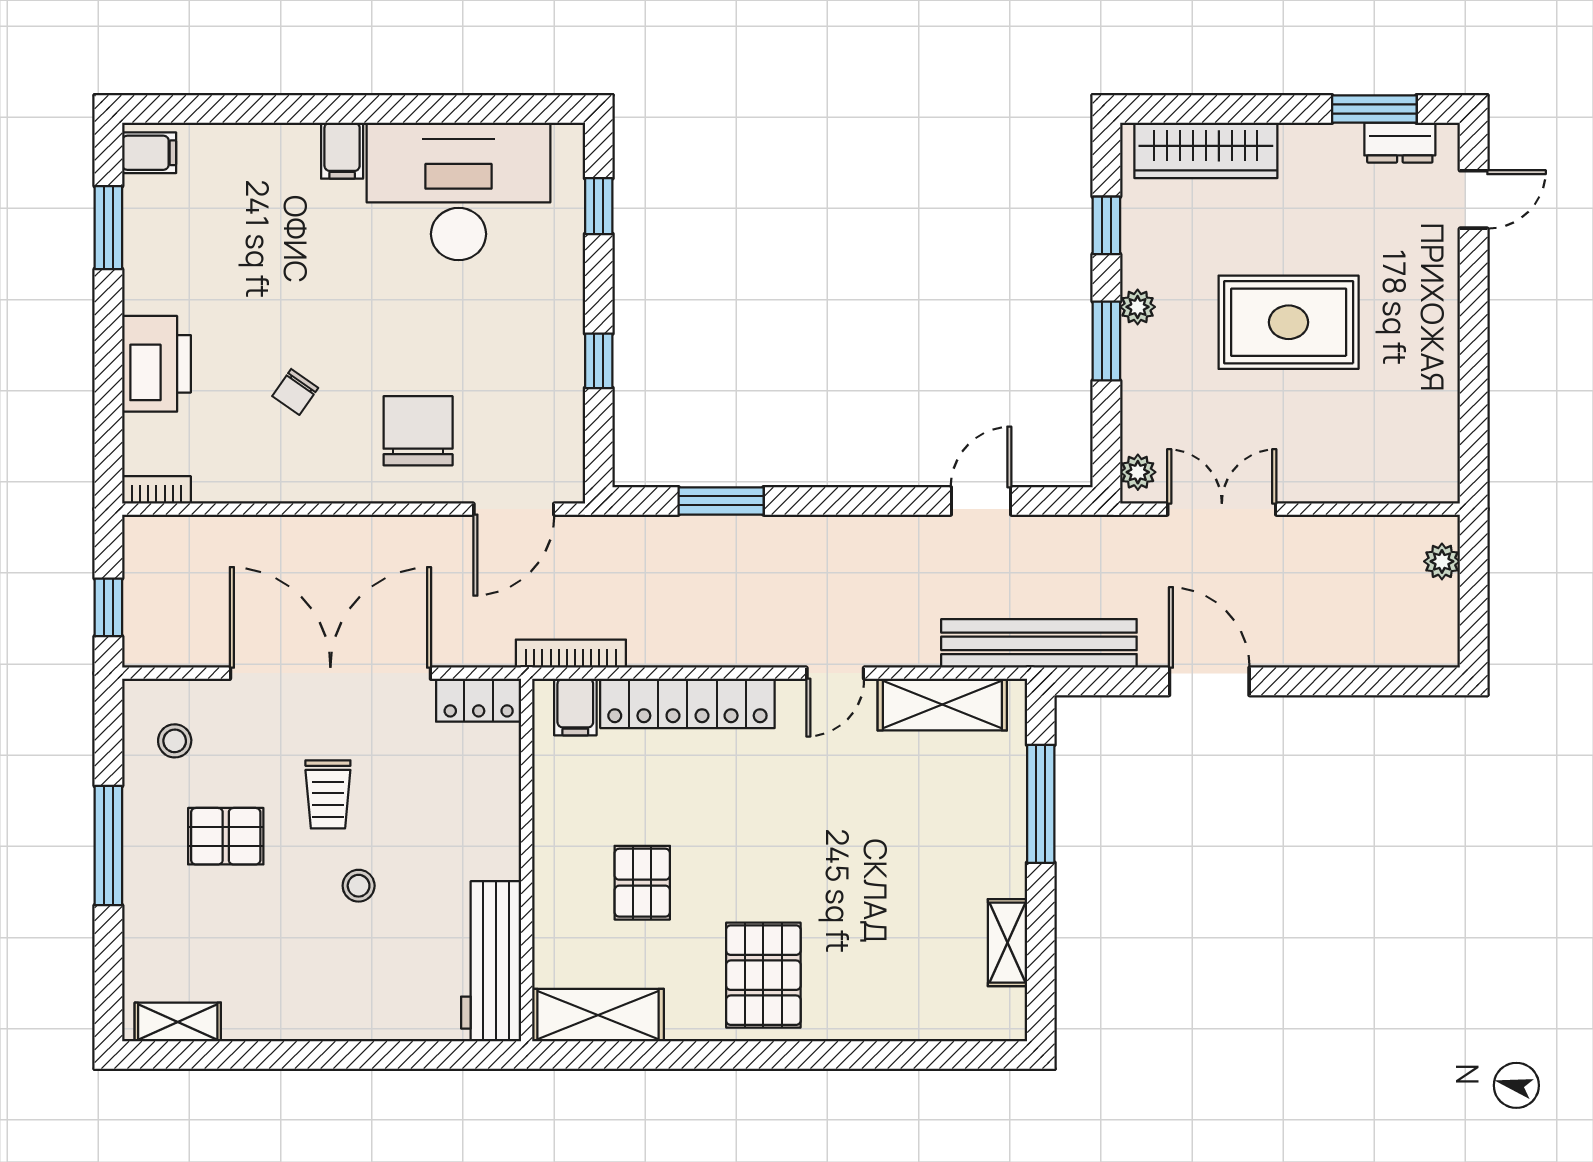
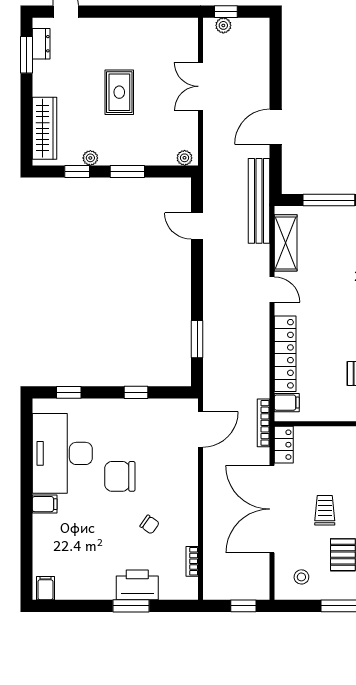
window: (108, 228) -> (131, 606), moved
plant: (1138, 307) -> (90, 158), moved
rug: (1289, 322) -> (119, 92), width x0.73, depth x0.70
chair: (418, 431) -> (120, 476), moved
bookcase: (156, 490) -> (192, 561), moved
door: (514, 509) -> (201, 429), hinge flipped
double door: (1222, 509) -> (201, 86), moved
window: (1474, 567) -> (226, 12), added
bookcase: (571, 654) -> (263, 423), moved
trolley: (328, 794) -> (325, 510), turned -90

